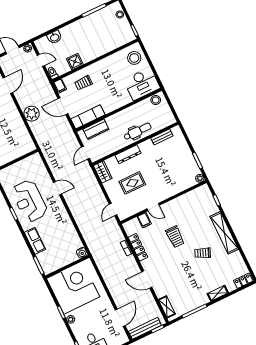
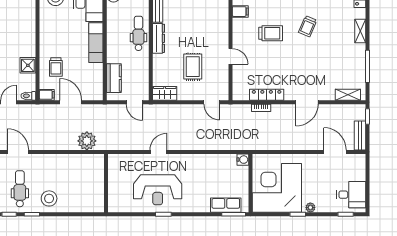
door: (63, 106) -> (71, 102), swing flipped
plant: (32, 114) -> (87, 141), moved
exam couch: (88, 117) -> (96, 43), moved
dresser: (128, 154) -> (159, 38), moved
door: (153, 207) -> (230, 56), hinge flipped
filing cabinet: (144, 220) -> (240, 12), moved
trolley: (175, 237) -> (271, 33), moved
row of seats: (35, 241) -> (226, 205), moved
bench: (145, 328) -> (360, 136), width x0.73

